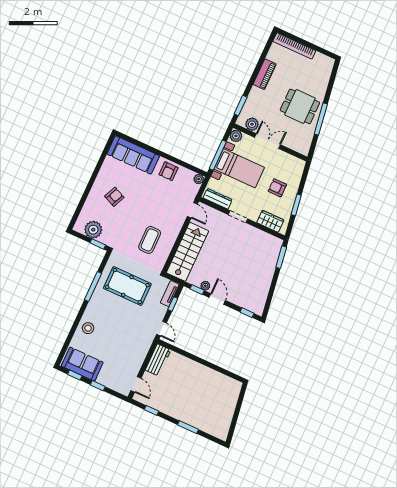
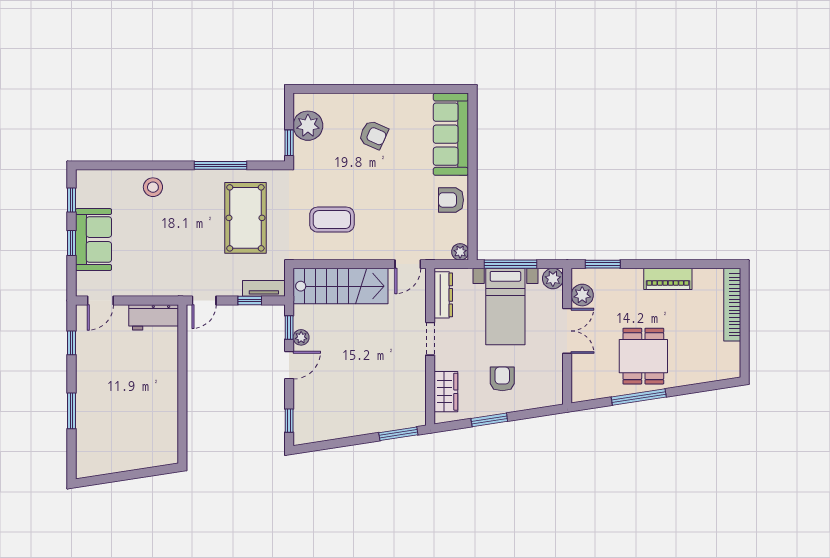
sofa: (82, 364) -> (93, 240), moved

